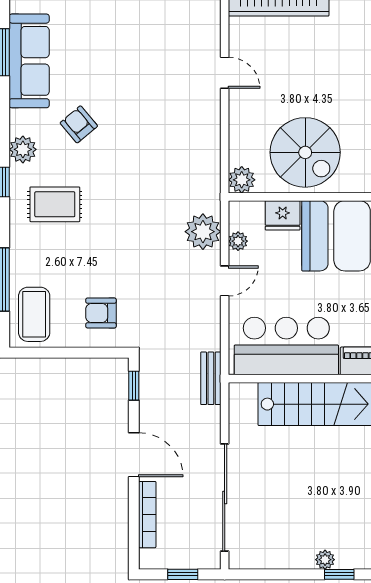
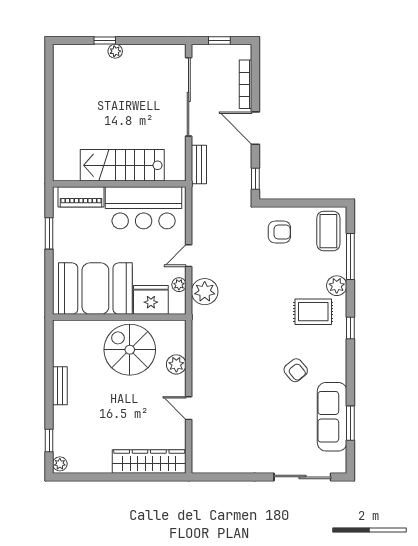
plant: (23, 149) -> (337, 286), moved
plant: (242, 180) -> (176, 364), moved
fridge: (283, 215) -> (151, 300), width x1.36, depth x1.34
bench: (211, 378) -> (199, 164), moved

